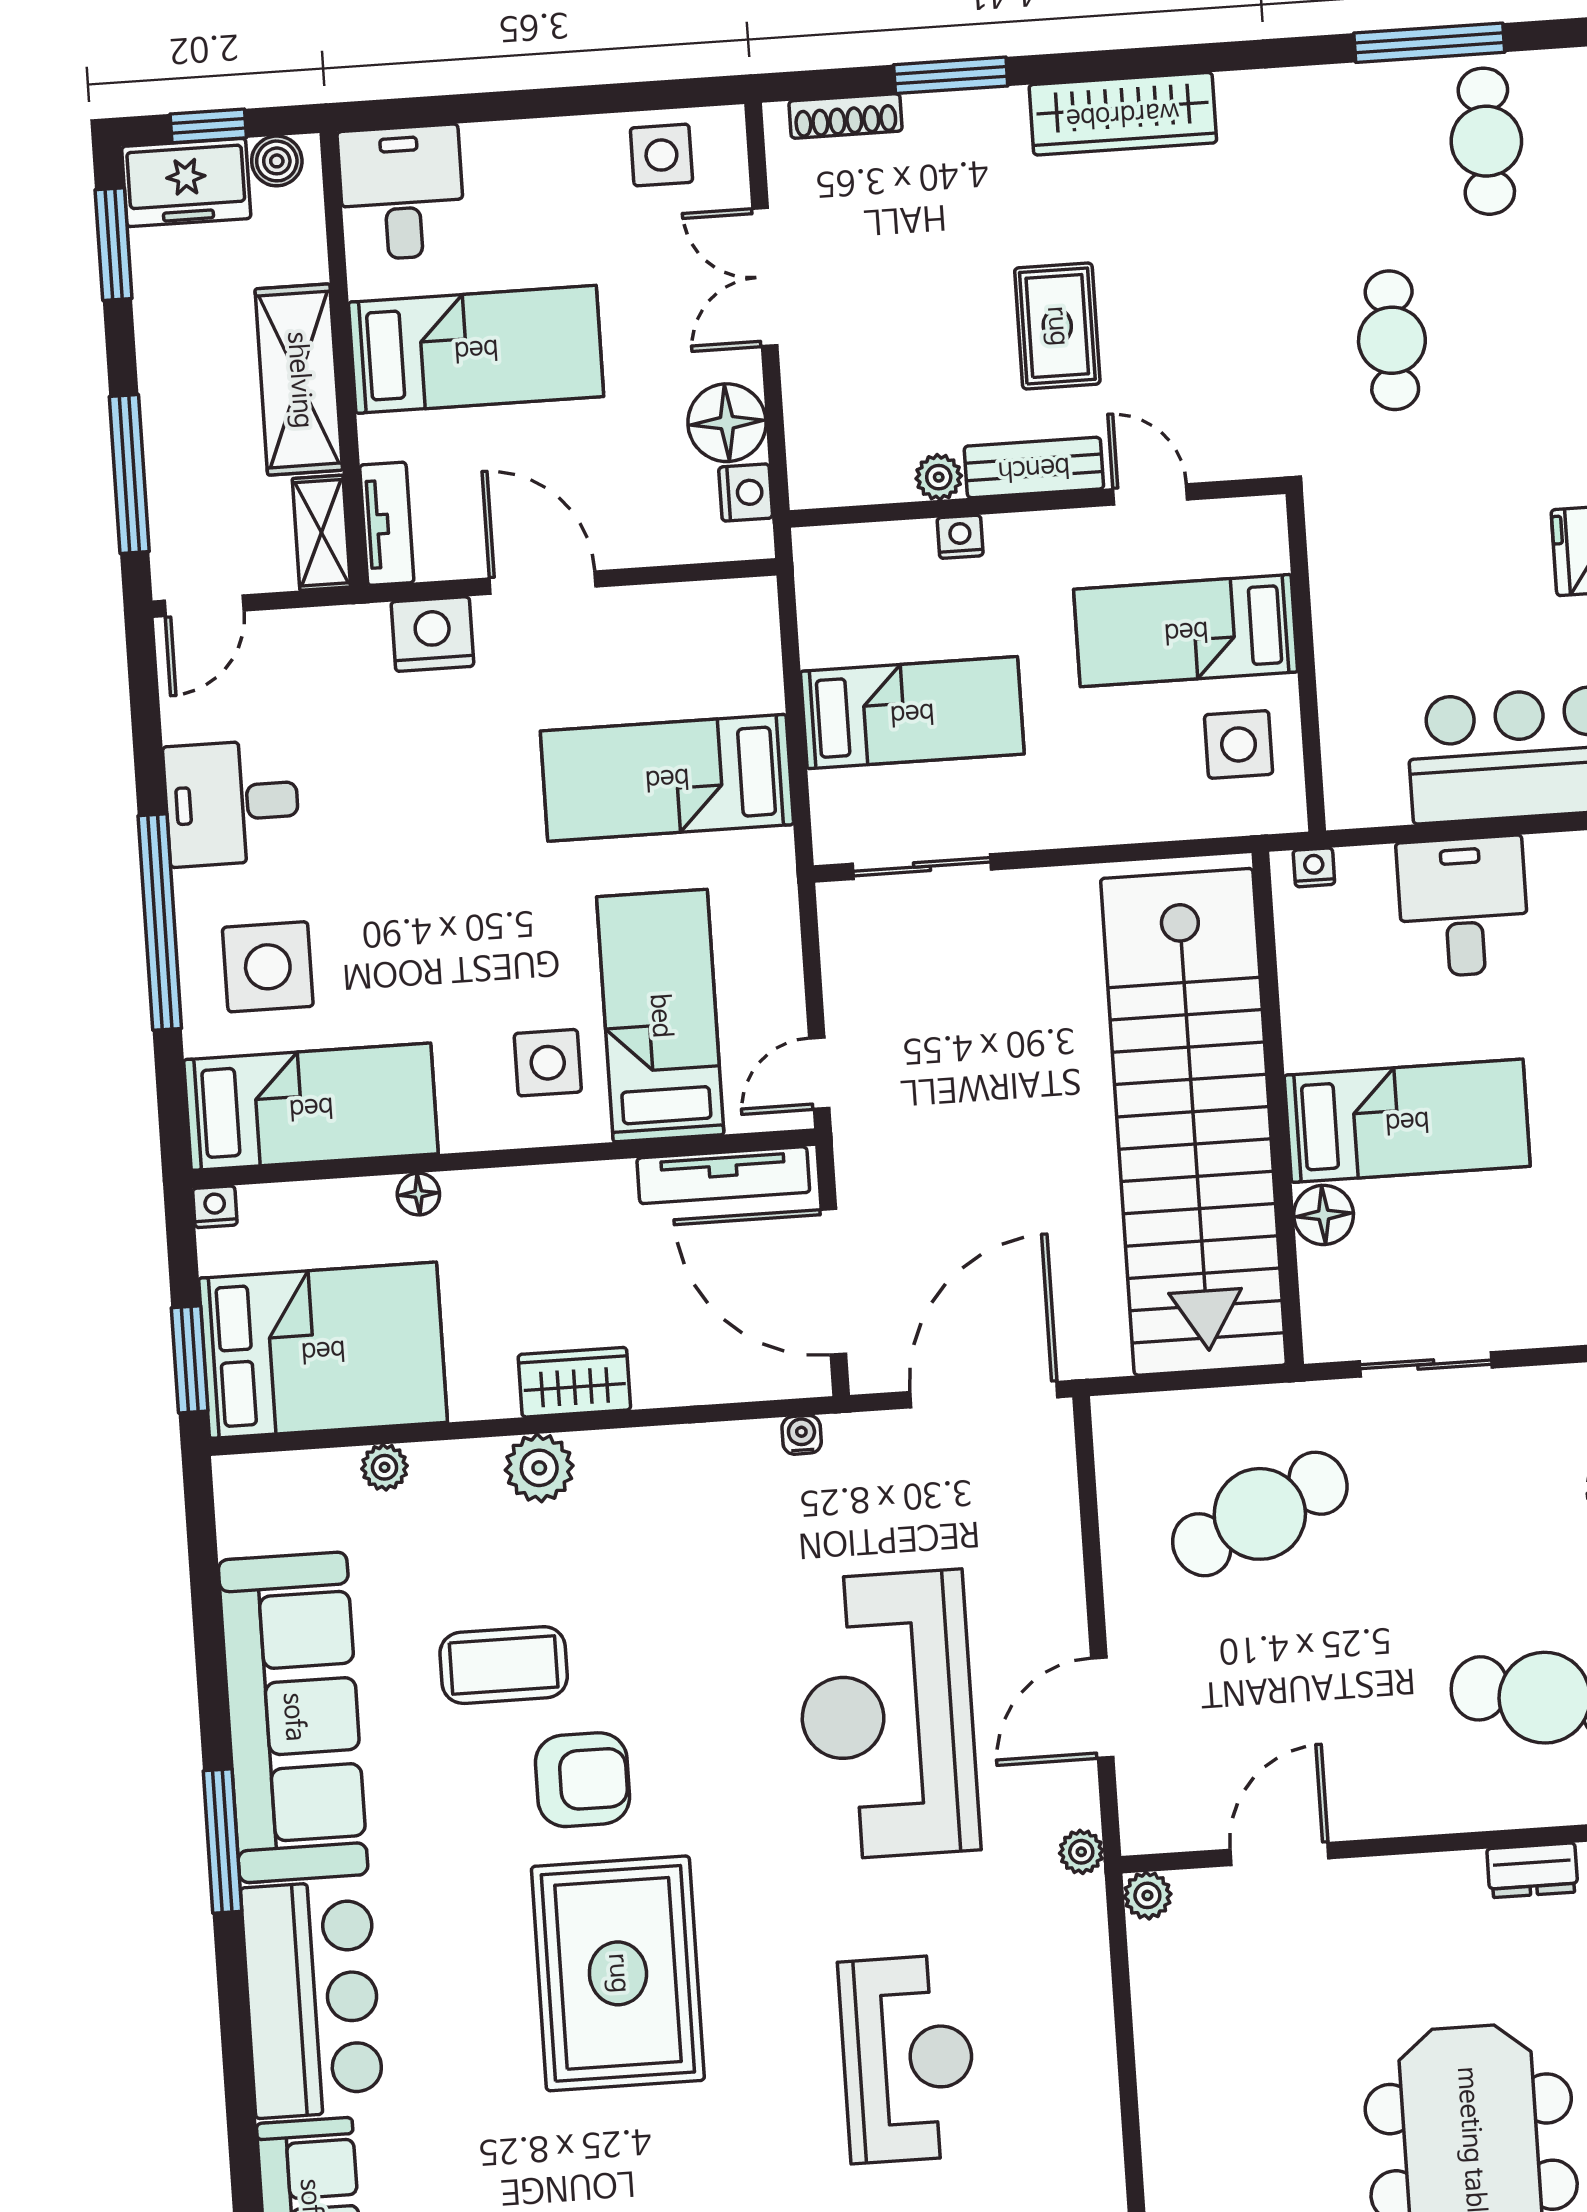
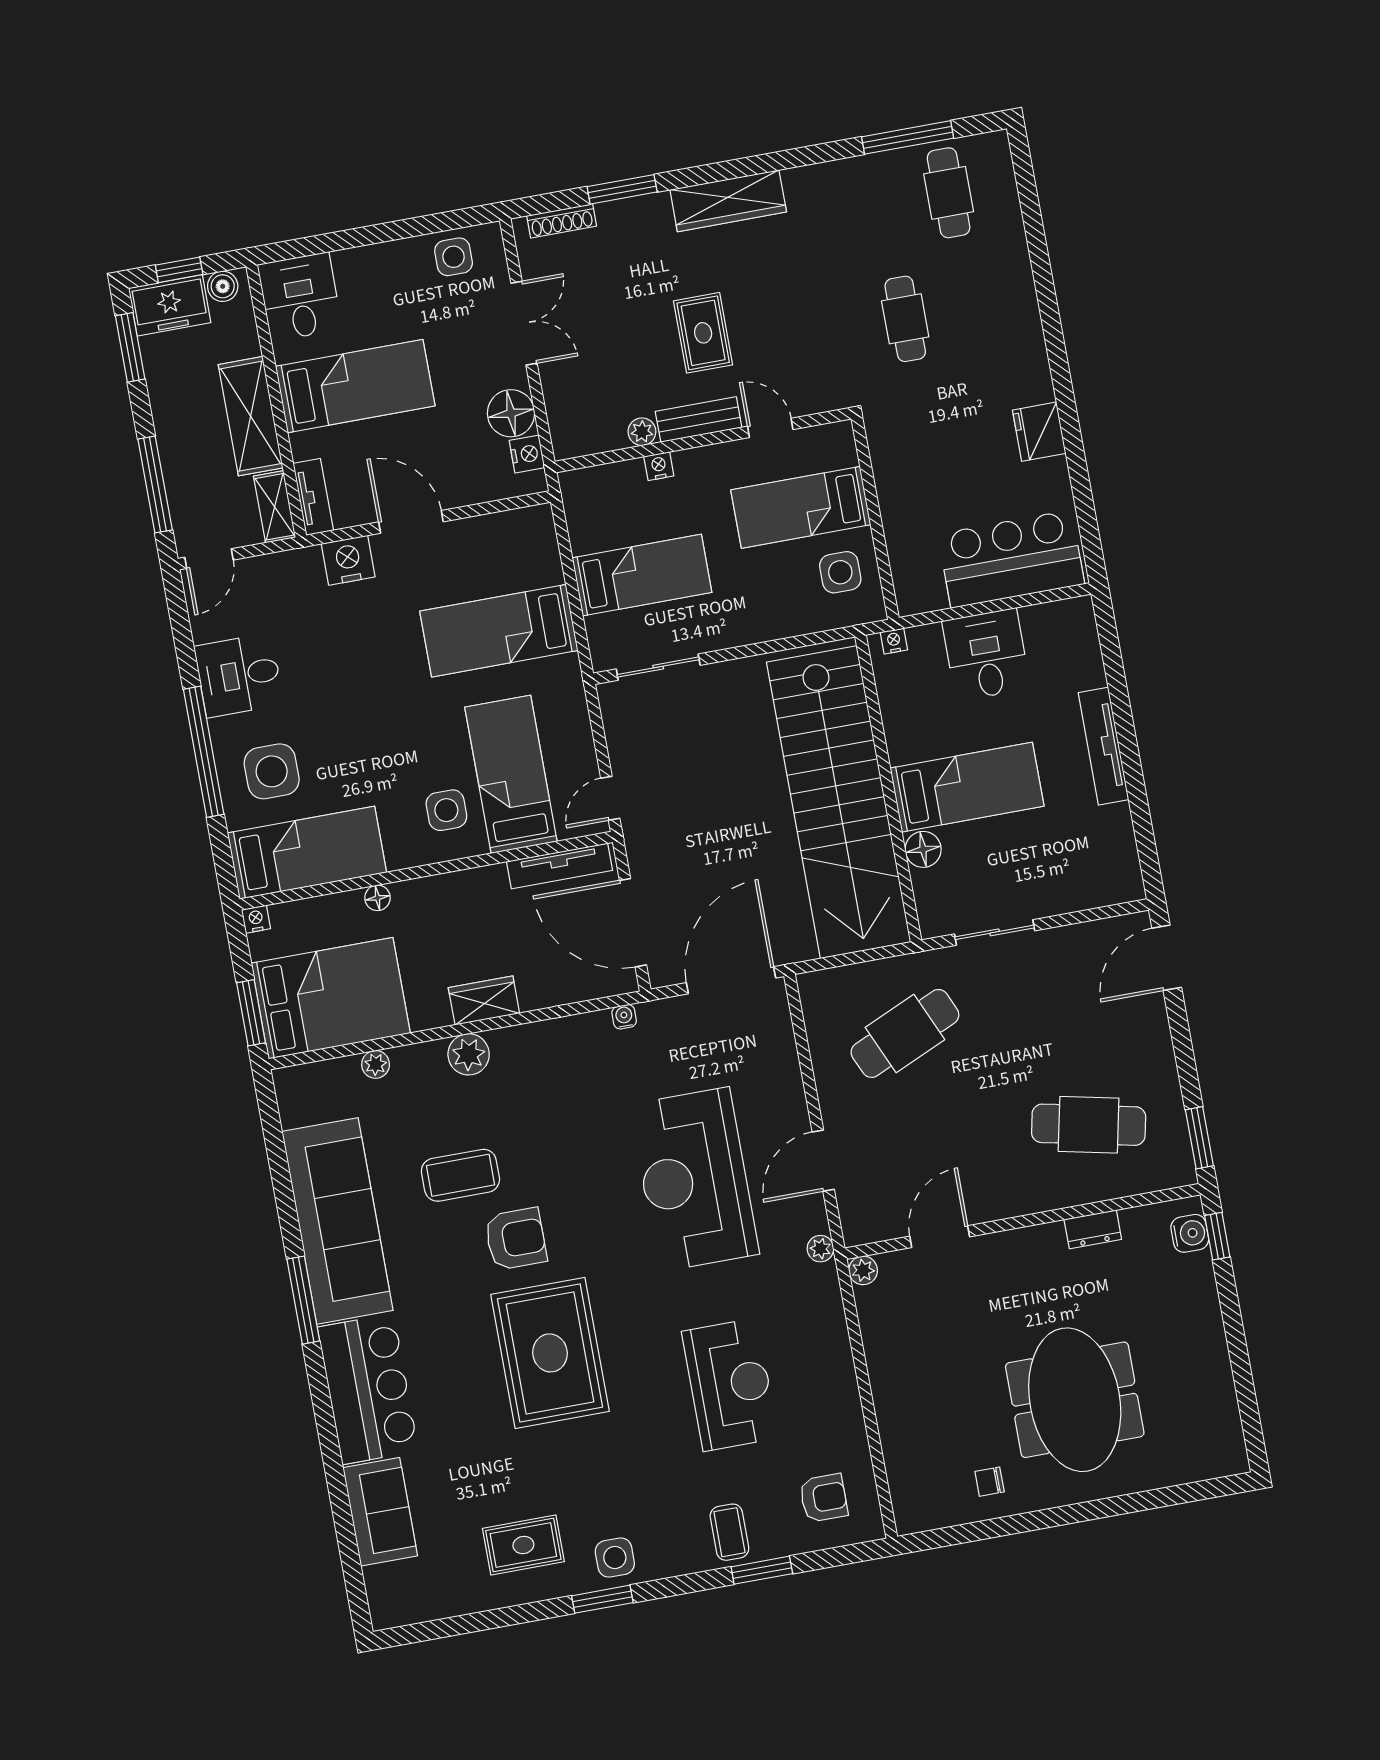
double door: (765, 277) -> (524, 323), swing flipped

